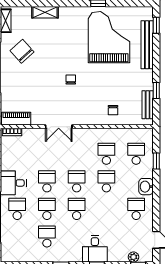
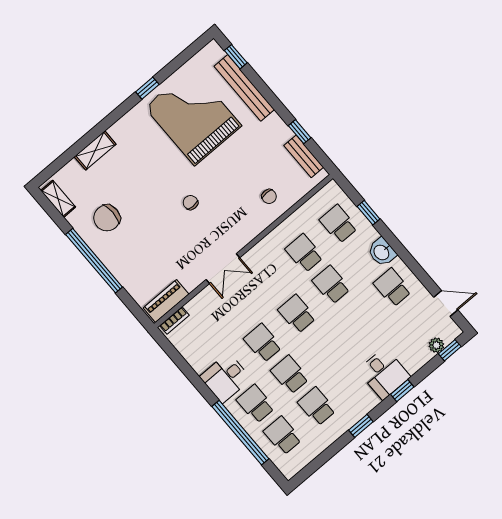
chair: (22, 51) -> (107, 218), turned -48
school desk: (77, 209) -> (283, 436), moved

